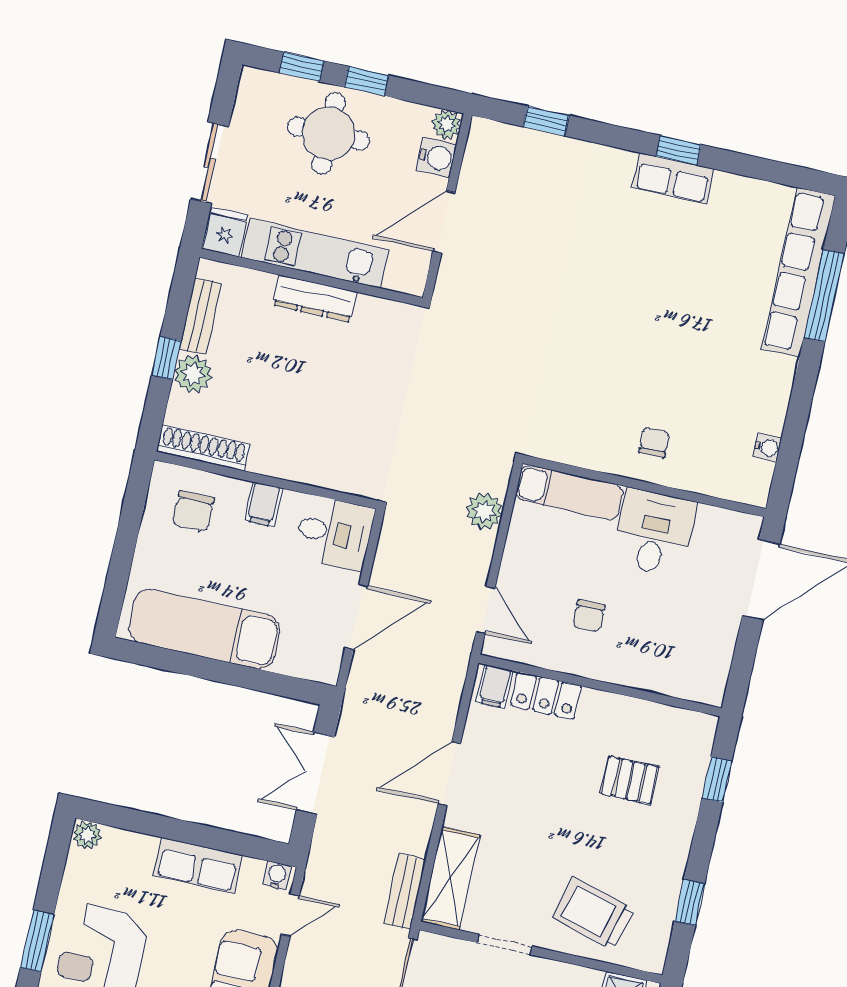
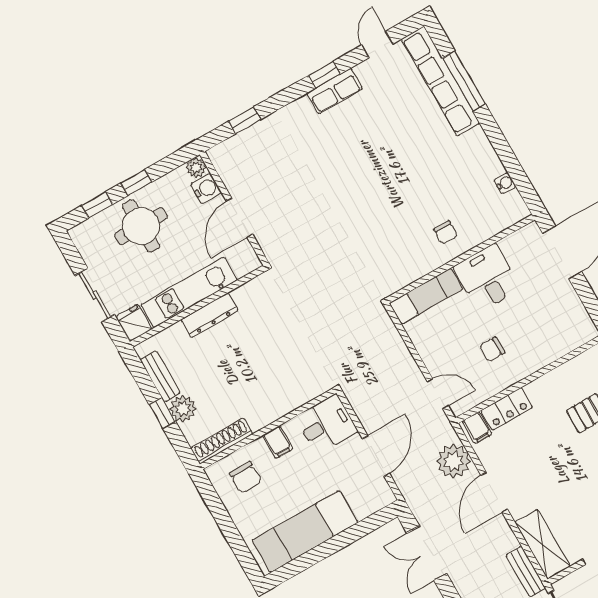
door: (766, 170) -> (377, 44), added
chair: (654, 442) -> (446, 232), turned 180
plant: (484, 511) -> (453, 461), moved, width x1.36, depth x1.36
chair: (589, 616) -> (492, 349), turned 90

